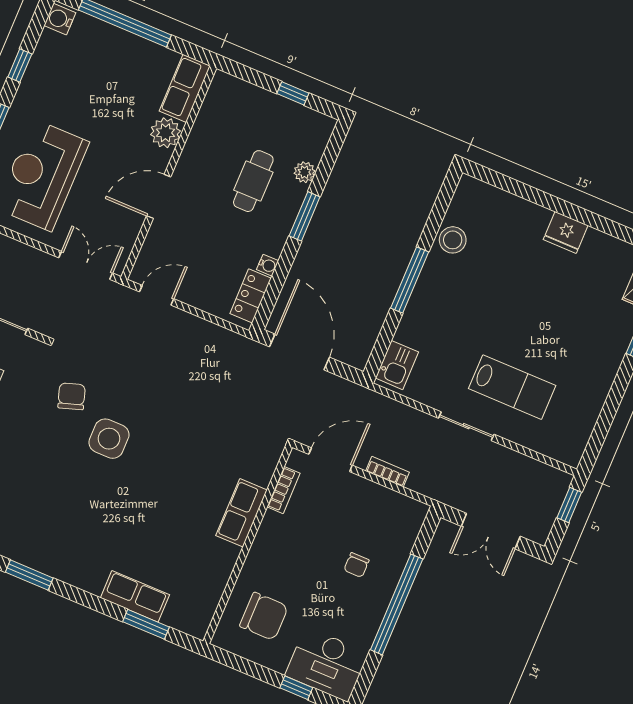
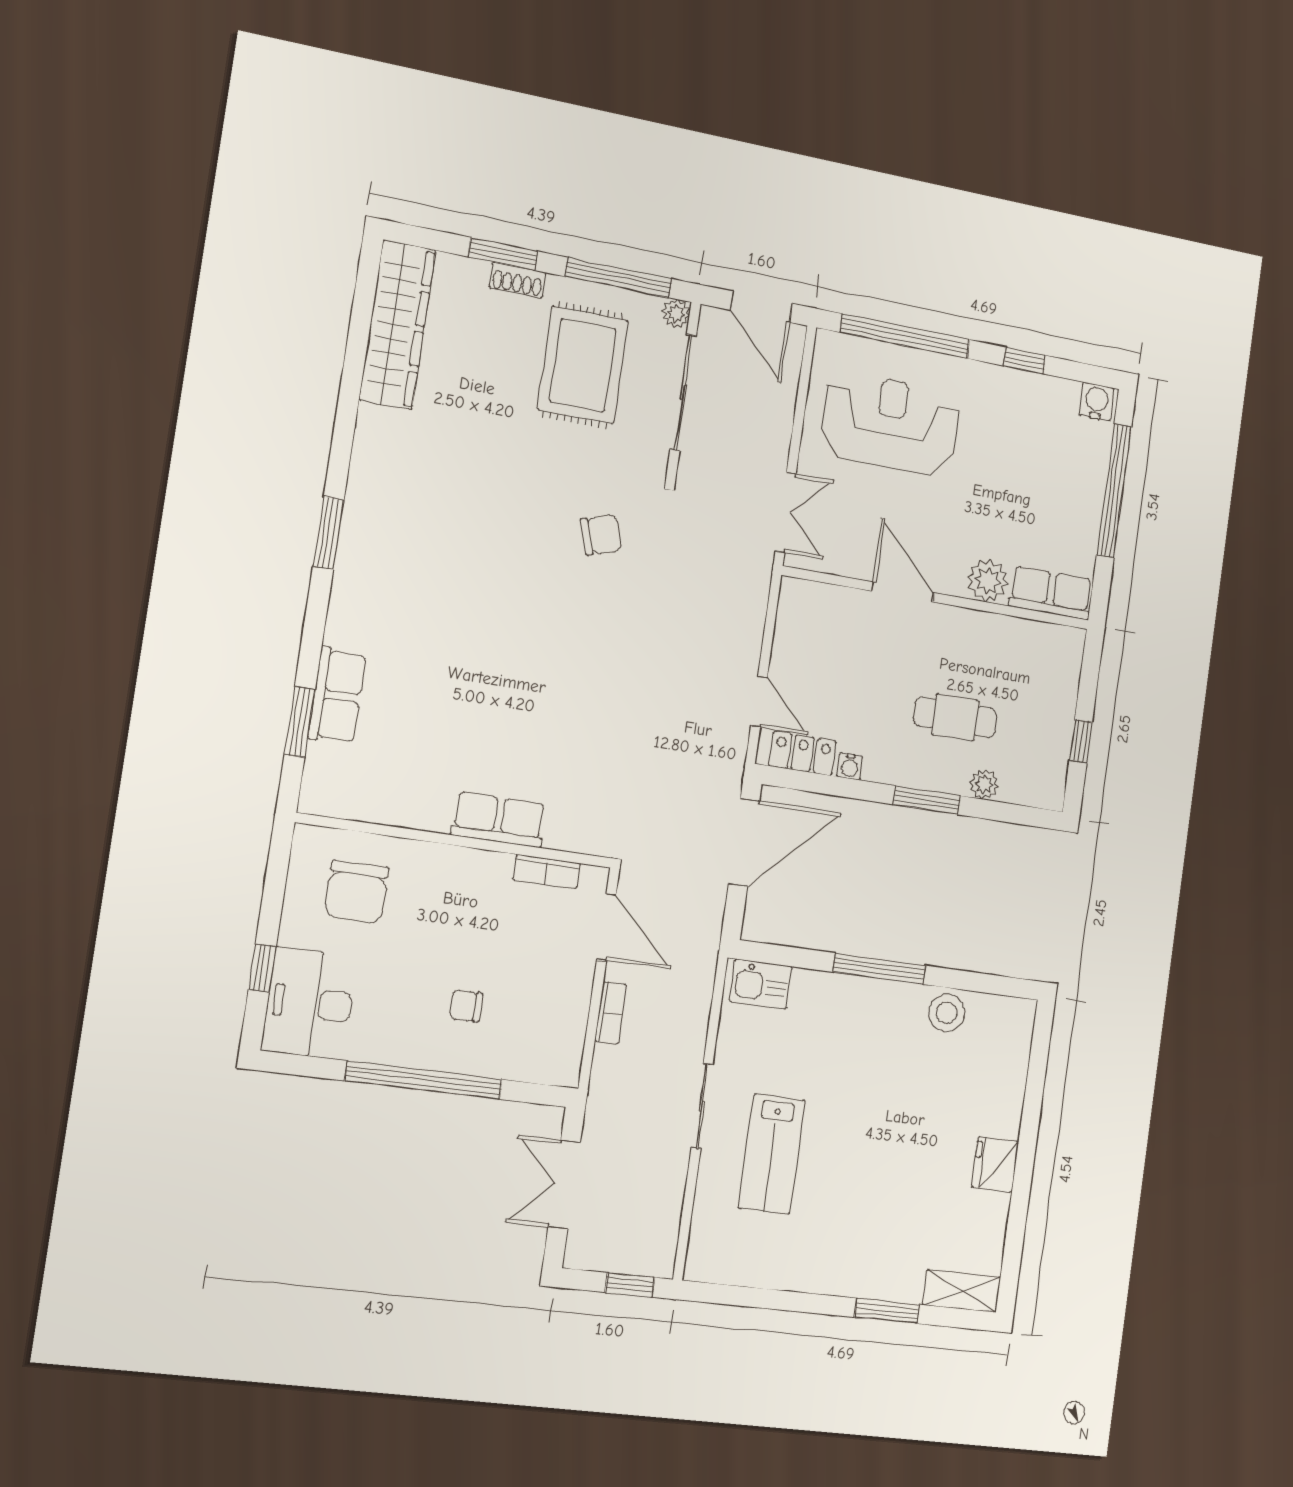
door: (157, 295) -> (759, 702), moved
side table: (109, 439) -> (555, 603), removed

